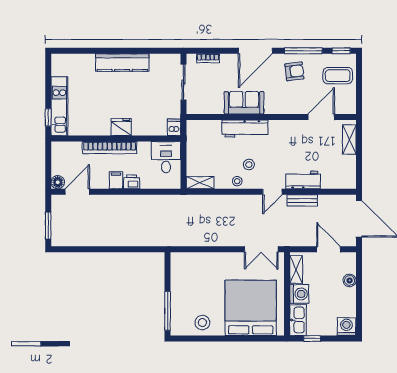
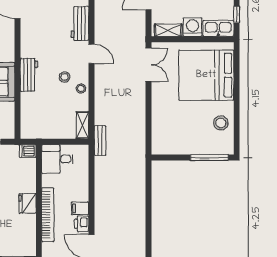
workbench: (245, 129) -> (29, 75), width x0.73
printer: (132, 182) -> (82, 224), moved
bench: (302, 200) -> (100, 141), moved

